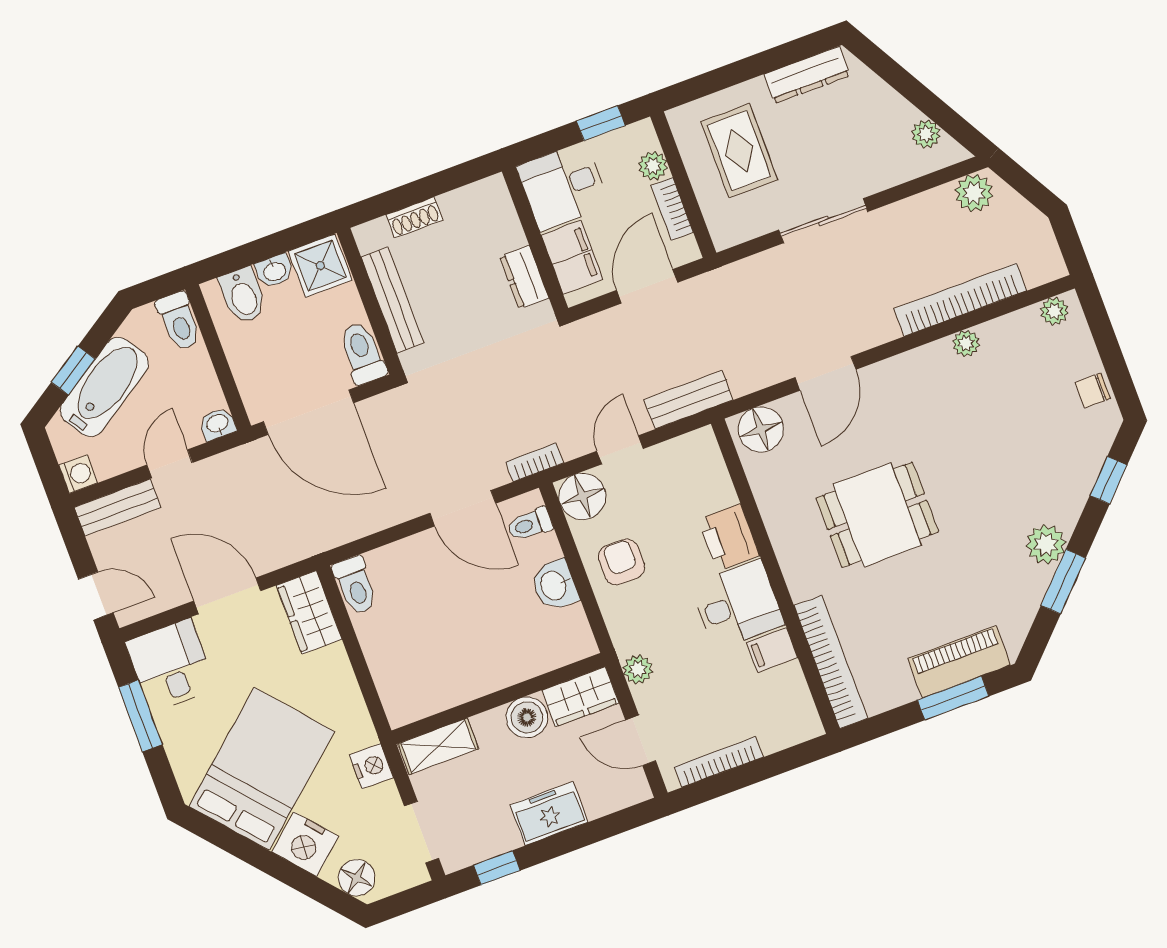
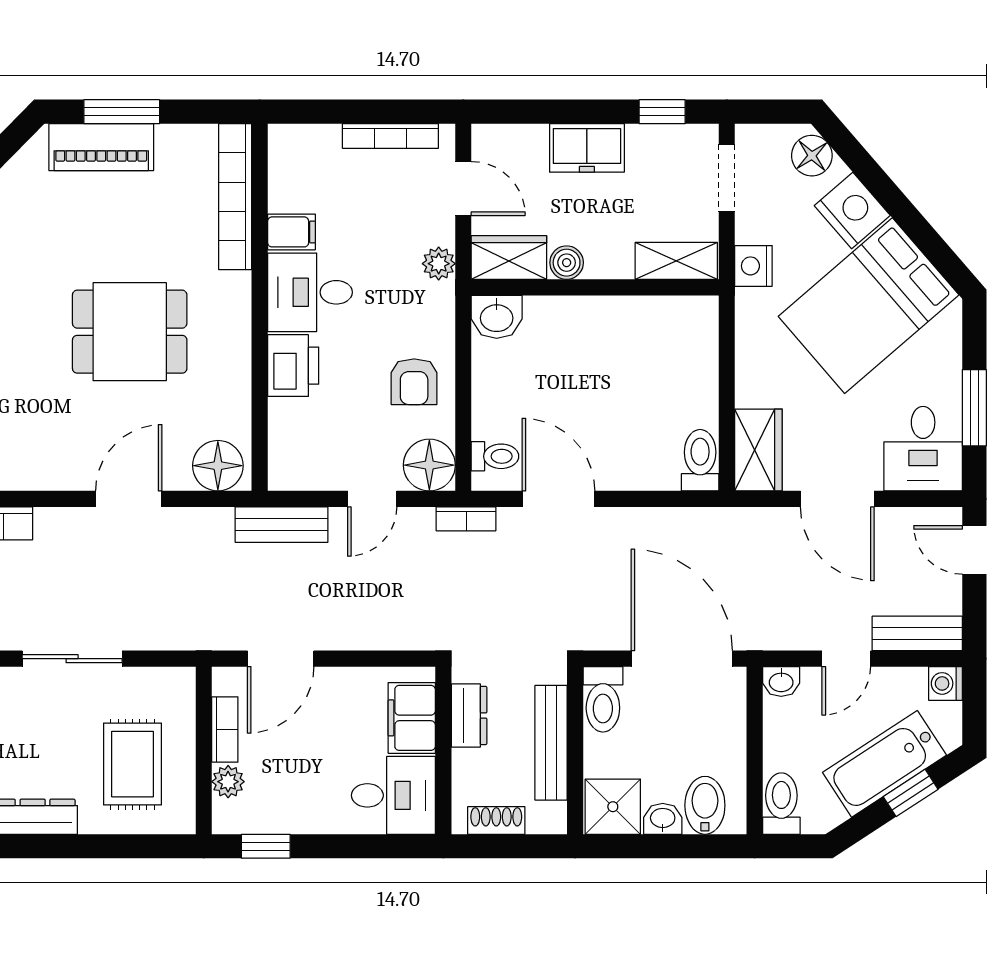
desk: (563, 186) -> (393, 795), moved
wall: (535, 240) -> (443, 750), moved
filing cabinet: (572, 257) -> (412, 718), moved
dresser: (524, 277) -> (469, 715), moved
washbasin: (555, 585) -> (497, 317), moved, turned 90
boiler: (527, 717) -> (567, 263), width x0.73, depth x0.73

